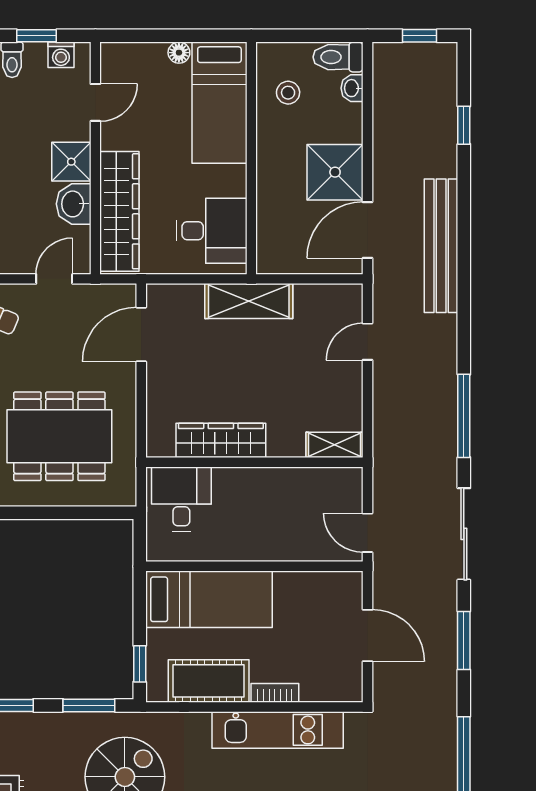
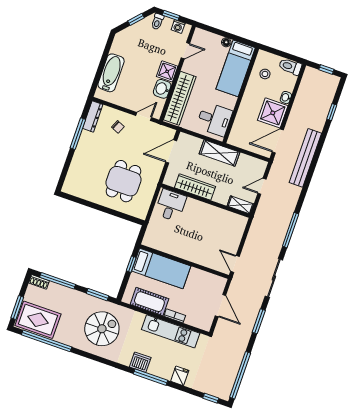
washbasin: (352, 88) -> (286, 98), moved
dining table: (59, 436) -> (124, 181), width x0.73
wardrobe: (221, 440) -> (195, 187), moved
shelving: (335, 445) -> (240, 205), moved
wall: (254, 462) -> (205, 201), moved
desk: (181, 499) -> (171, 205), moved
window: (140, 664) -> (131, 264), moved

